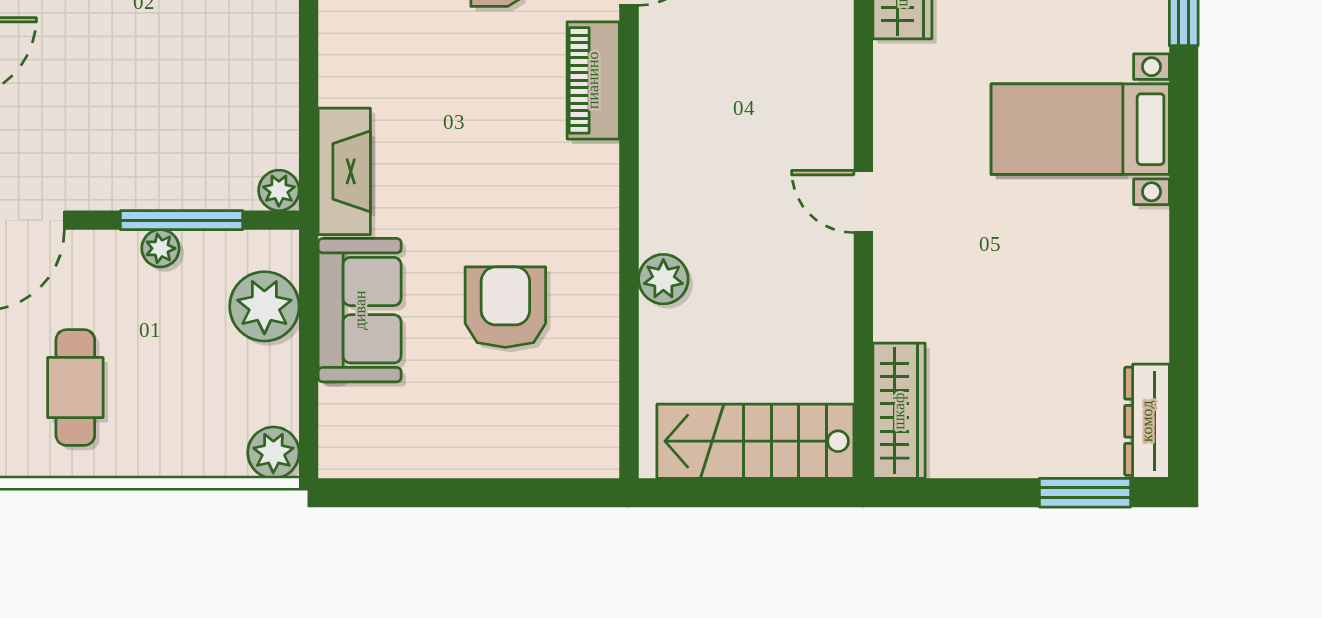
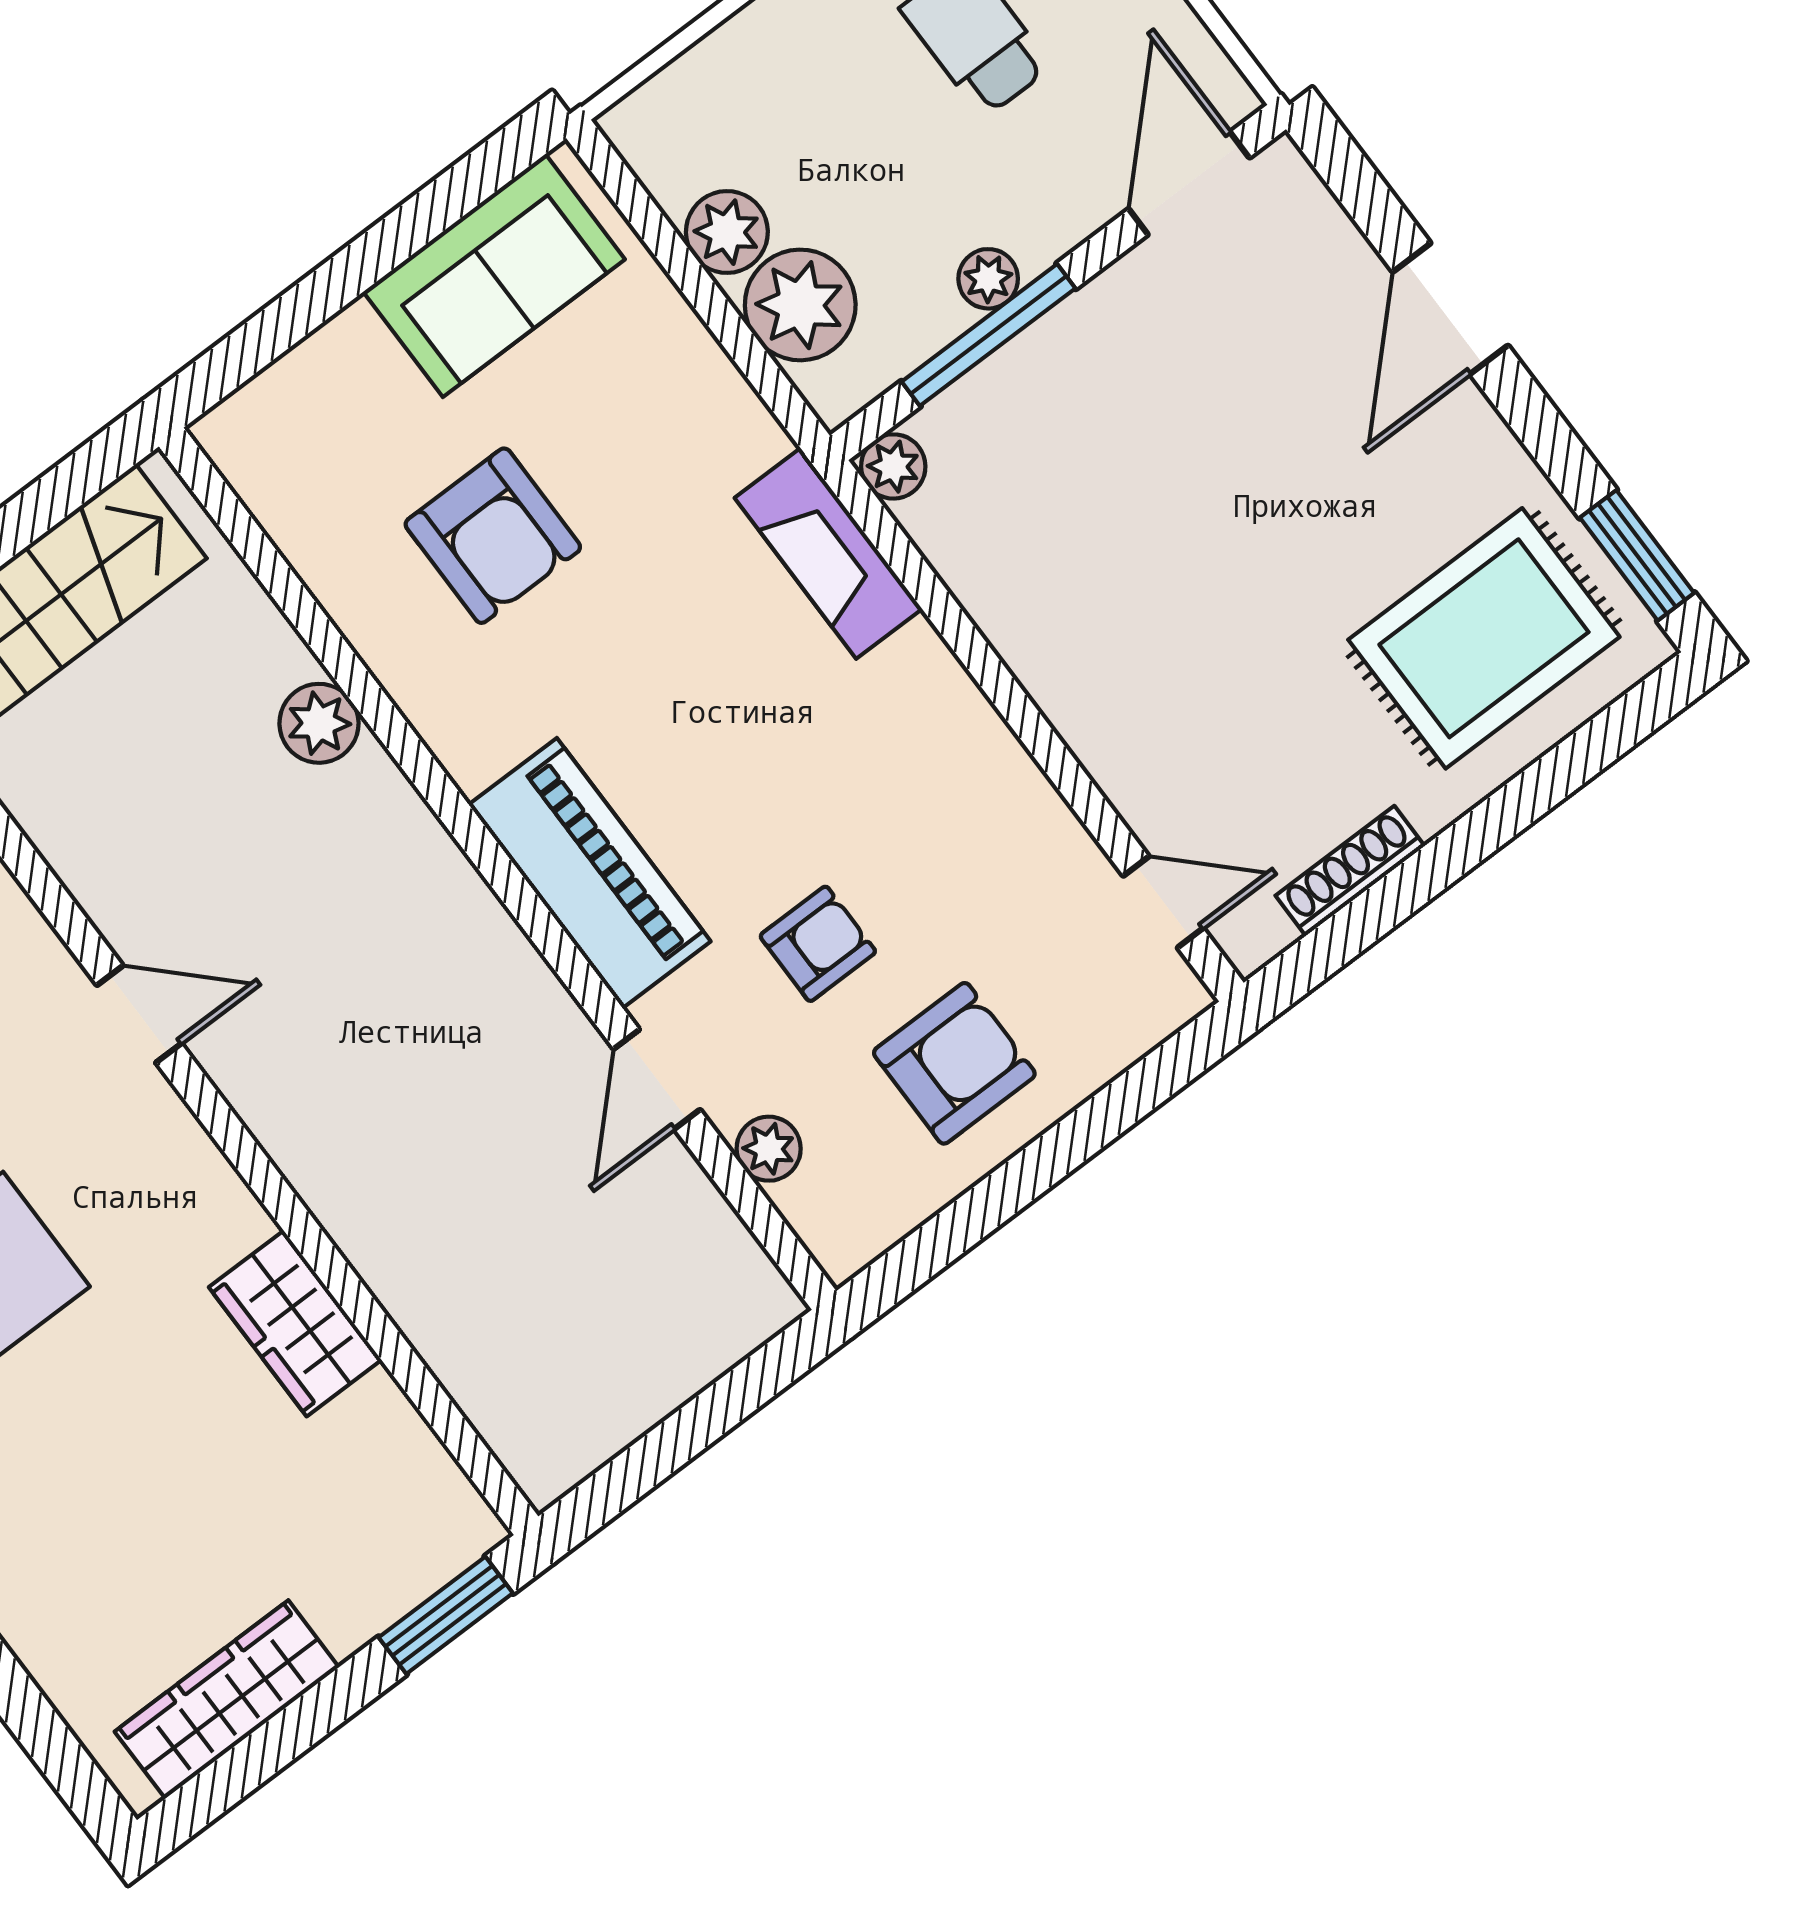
piano: (593, 80) -> (590, 873), width x1.37, depth x1.33
sofa: (360, 310) -> (494, 276), moved, turned -90
plant: (273, 453) -> (727, 232), moved

